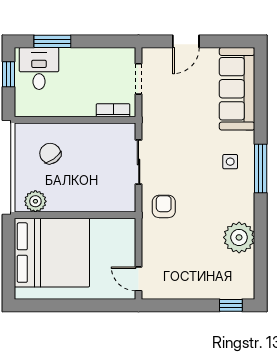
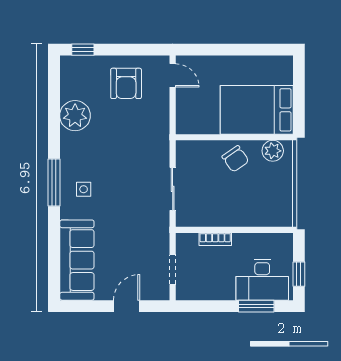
desk: (39, 68) -> (262, 280), width x1.37
bookcase: (113, 110) -> (215, 239), moved
chair: (50, 154) -> (235, 159), moved
armchair: (164, 206) -> (126, 83), moved, width x1.38, depth x1.38
bed: (52, 253) -> (257, 110), width x0.73

